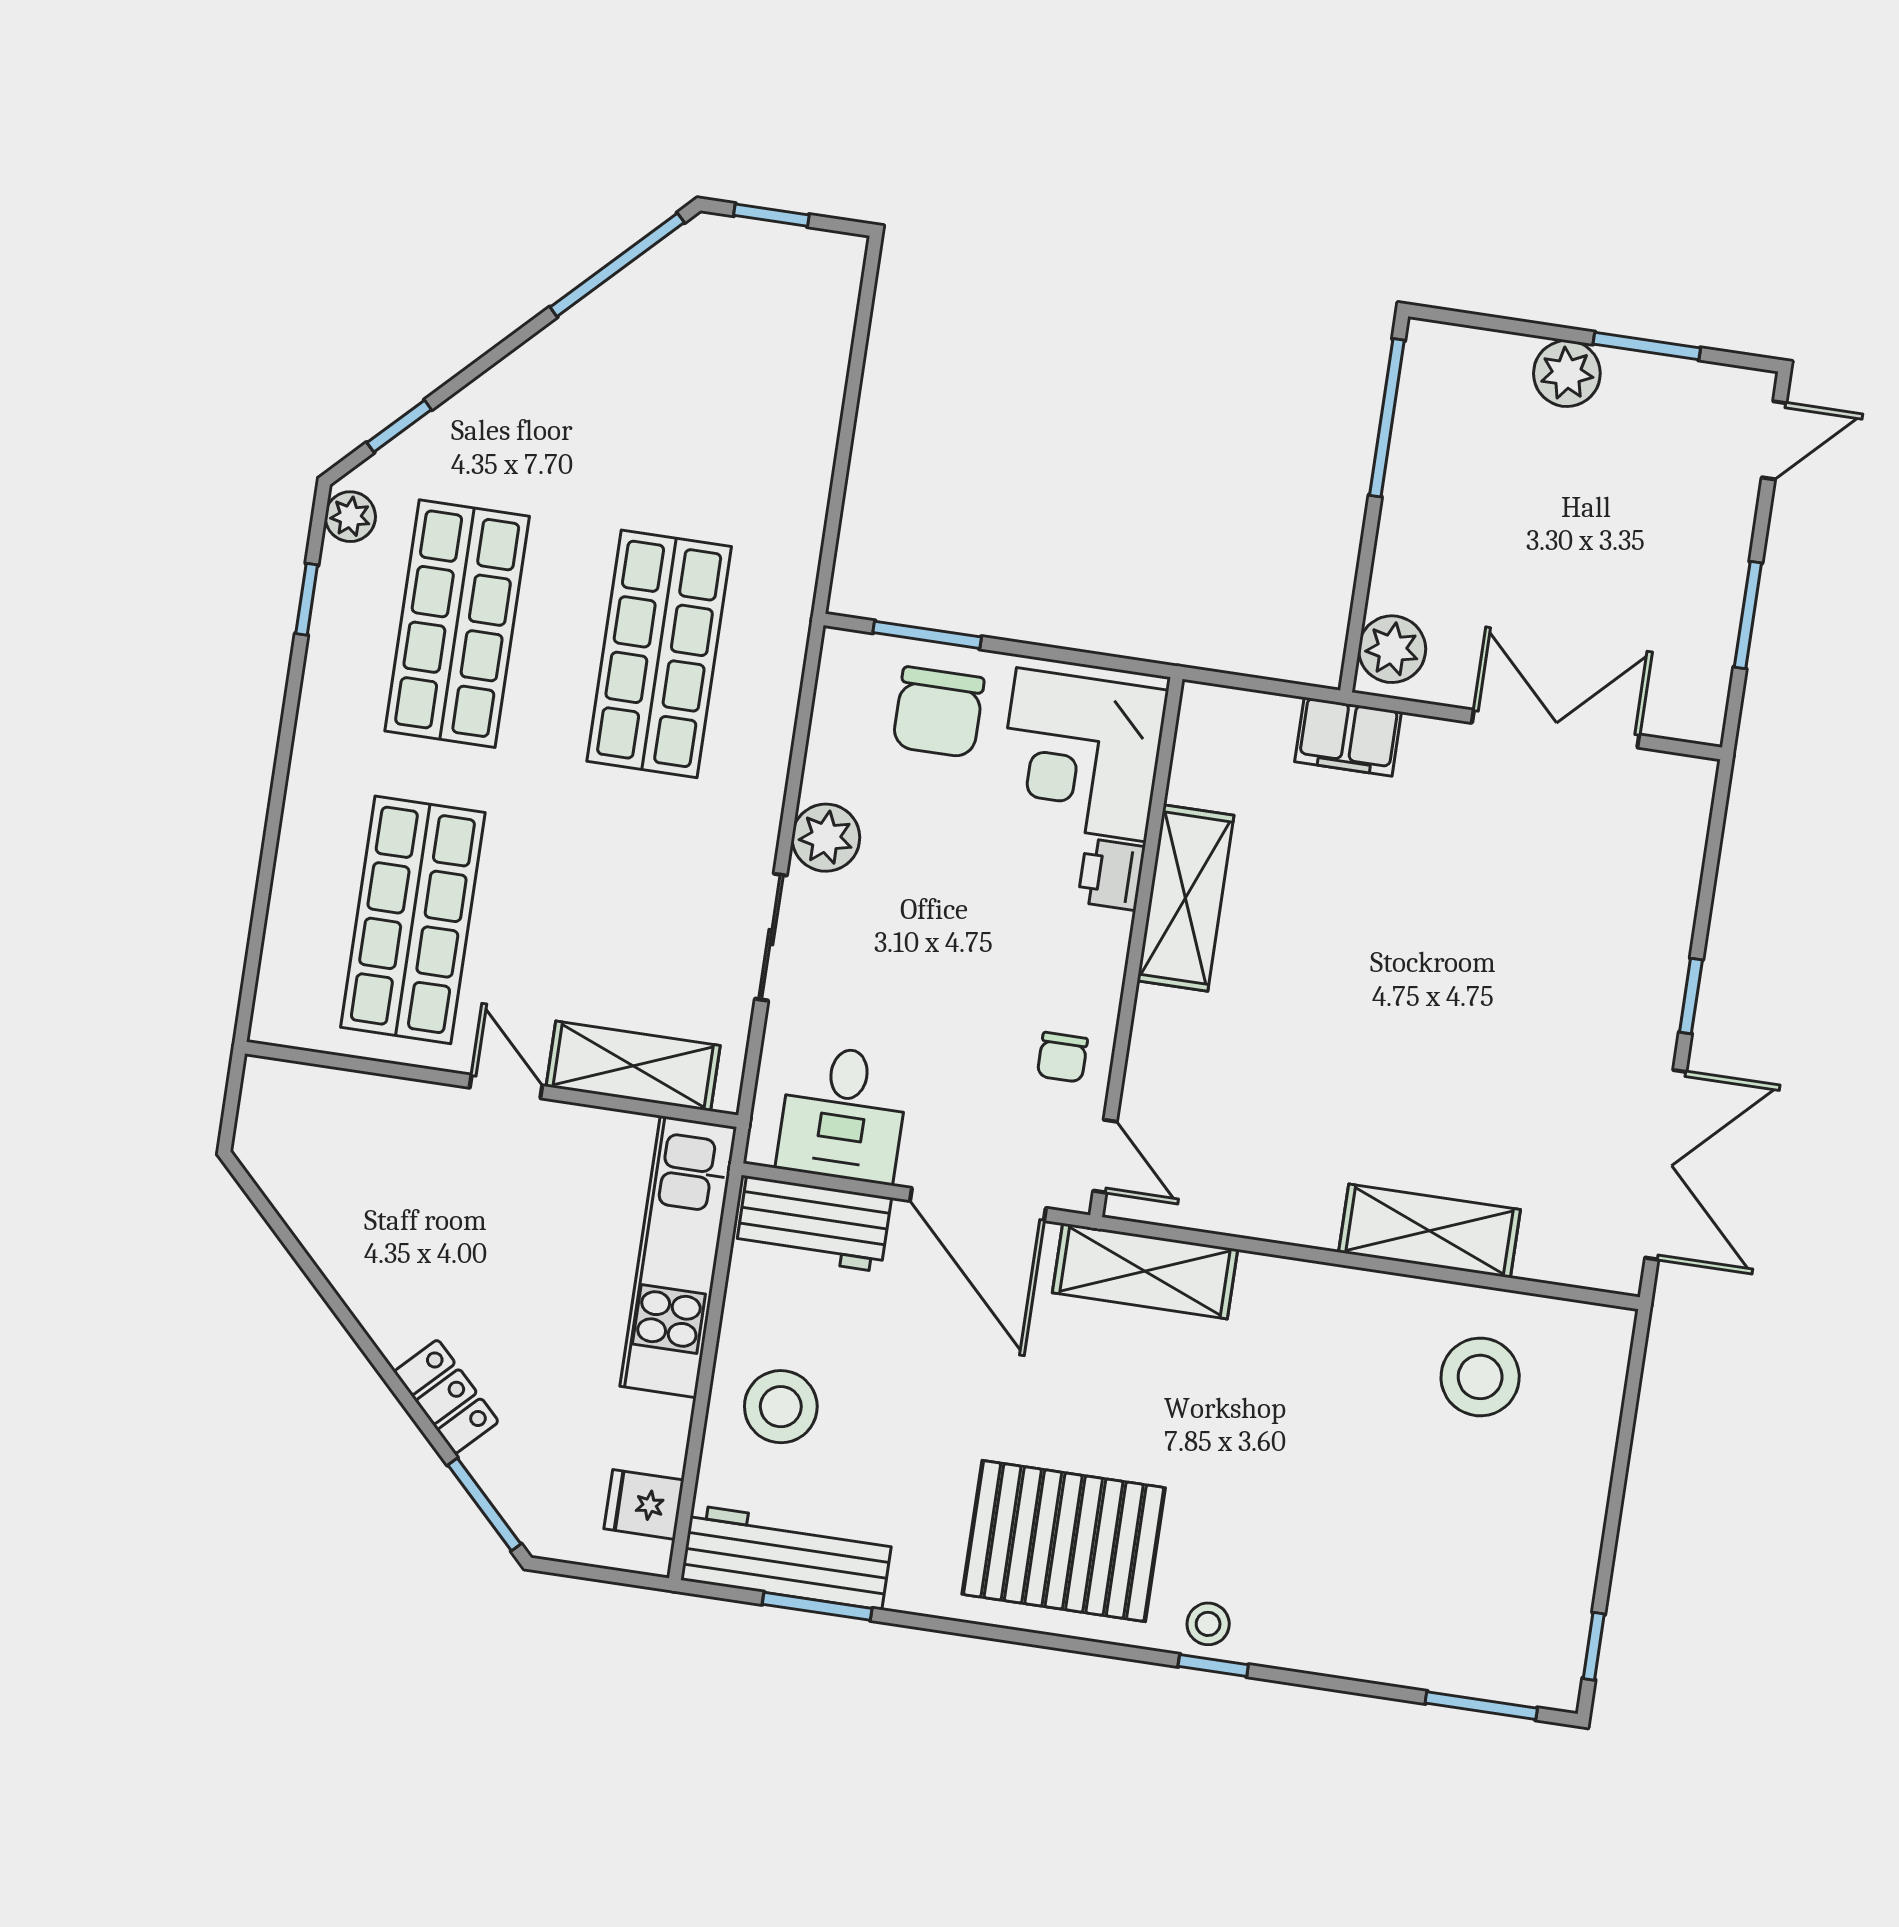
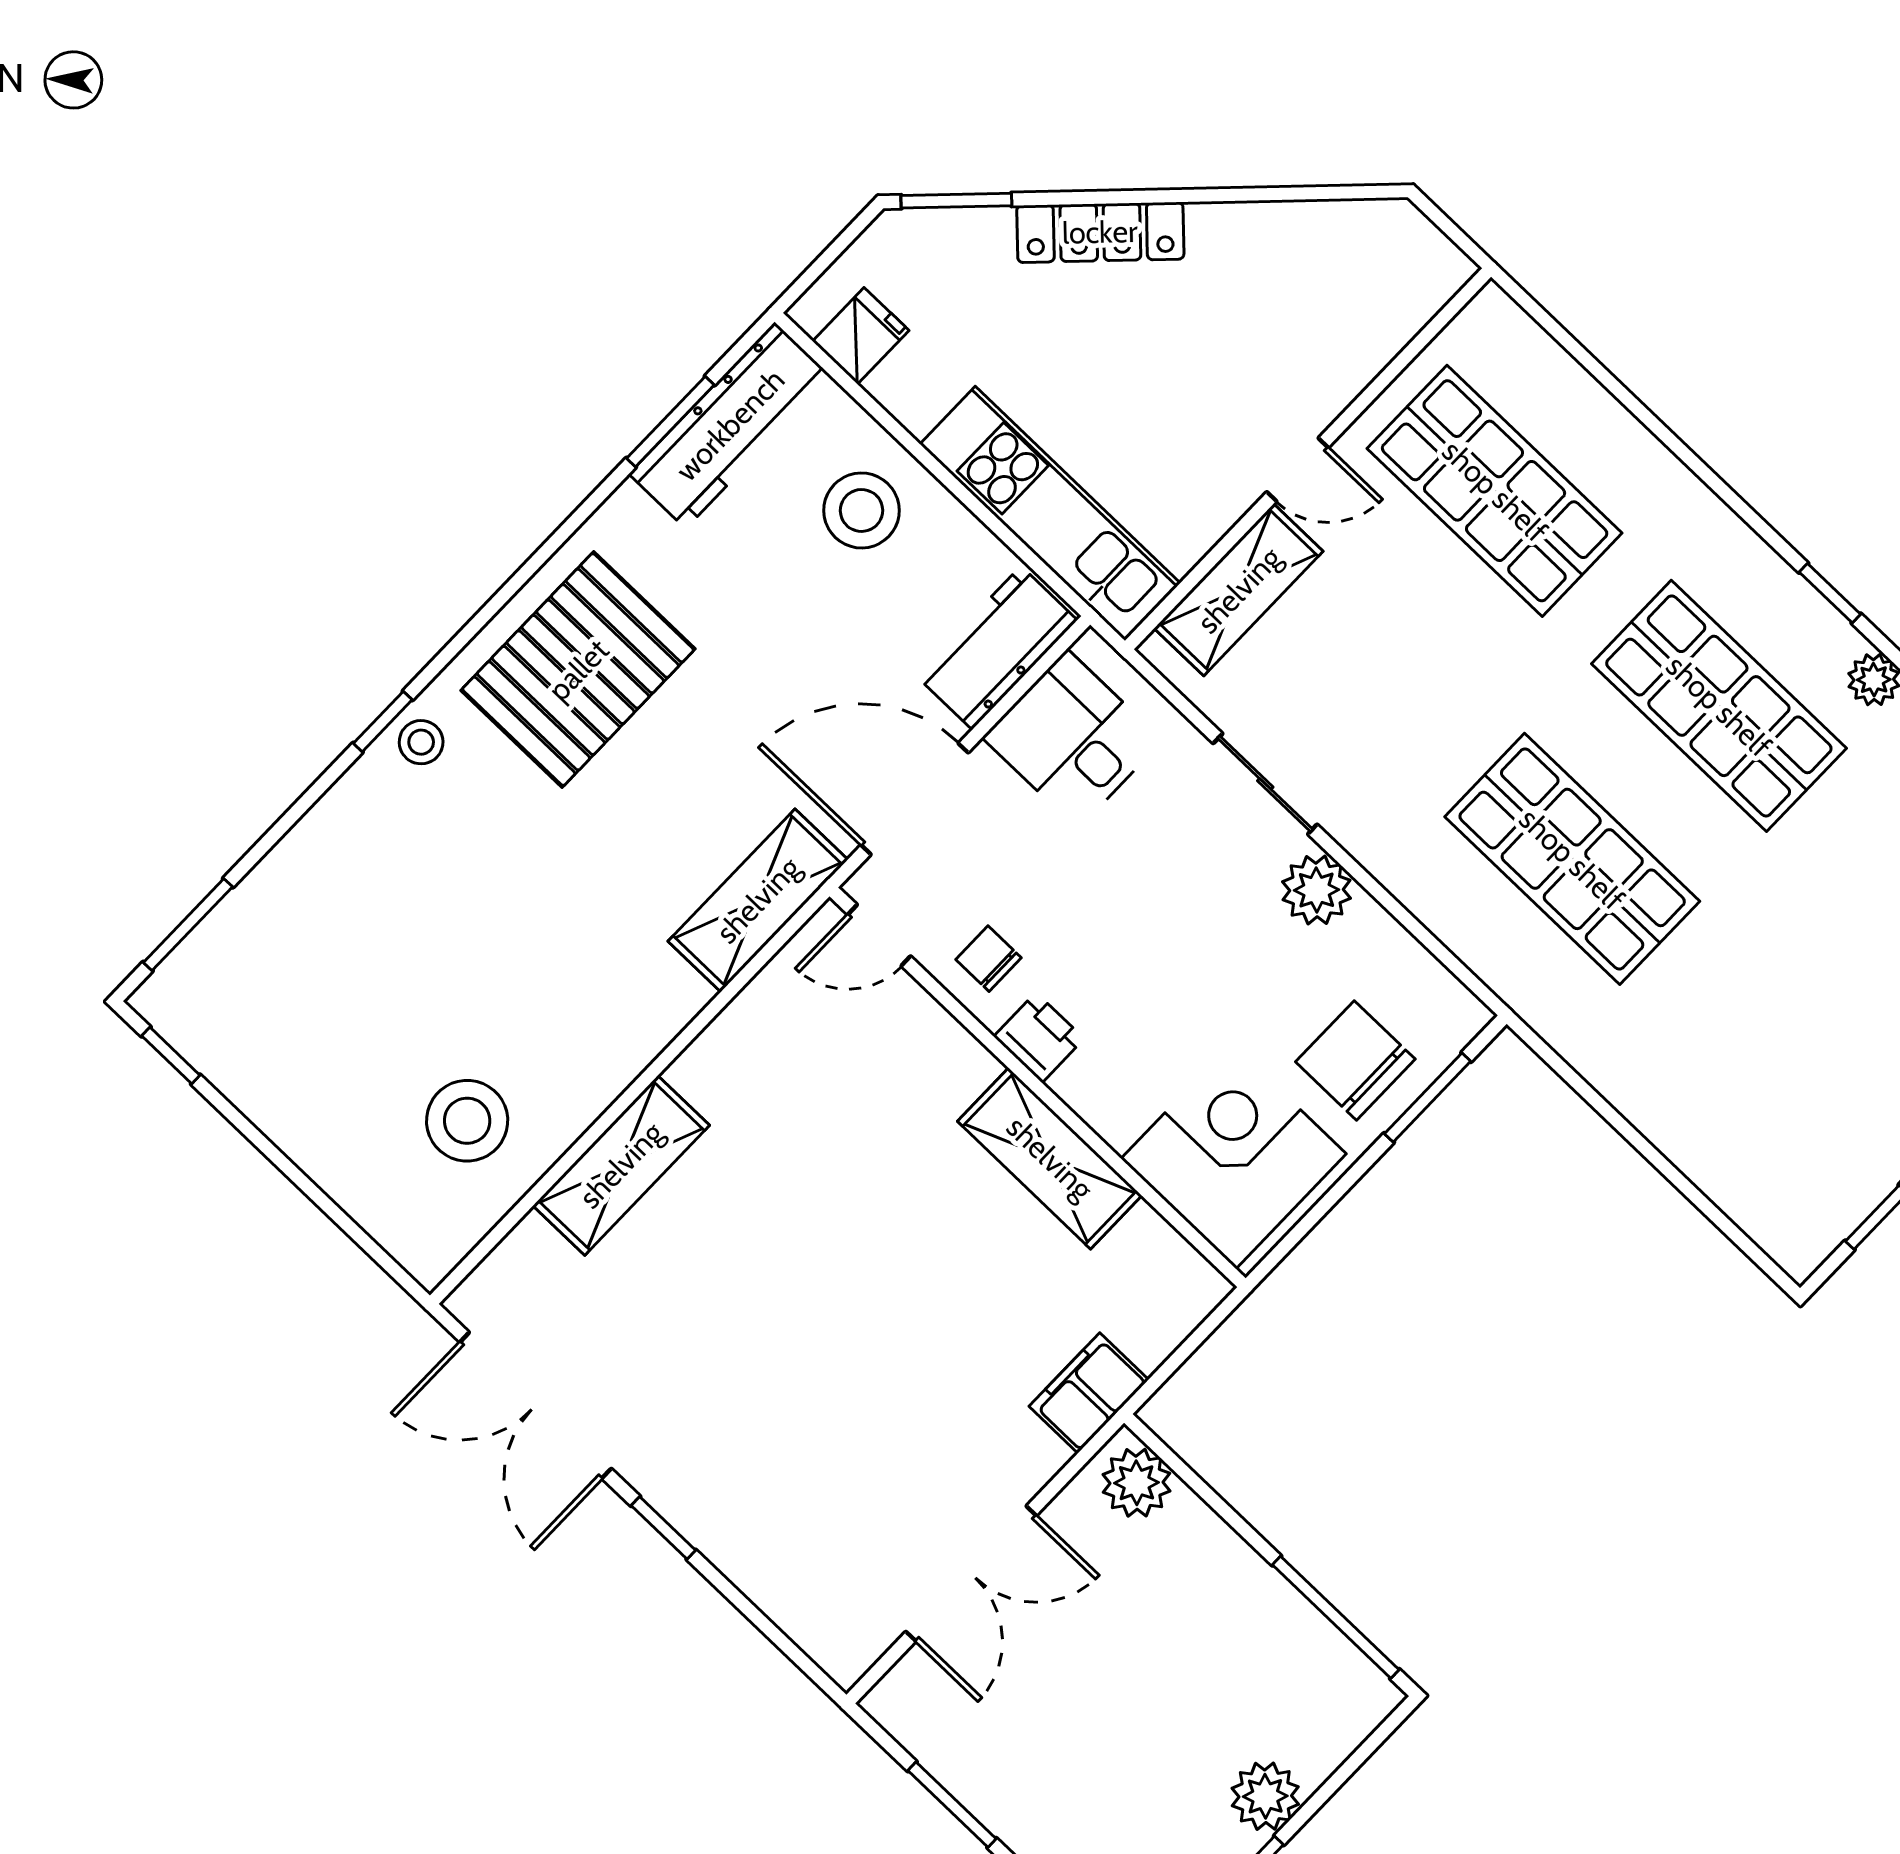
printer: (1111, 874) -> (1039, 1038), moved
locker: (446, 1397) -> (1100, 232), width x1.53

